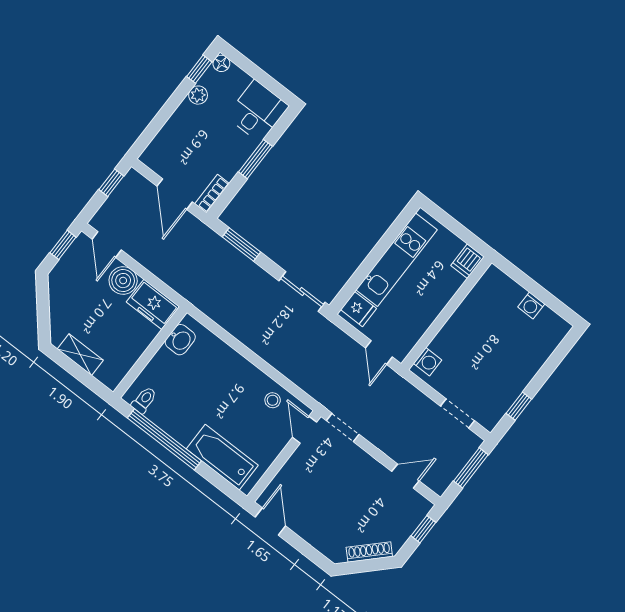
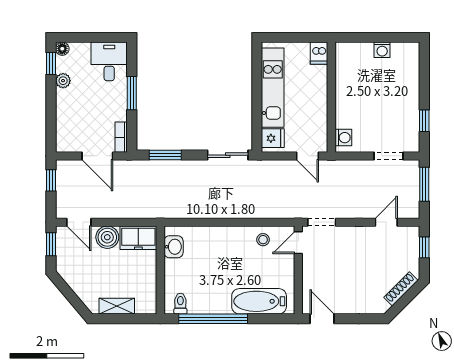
door: (304, 430) -> (298, 243), hinge flipped

